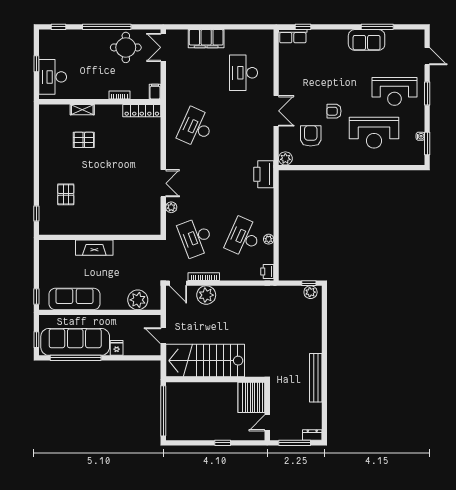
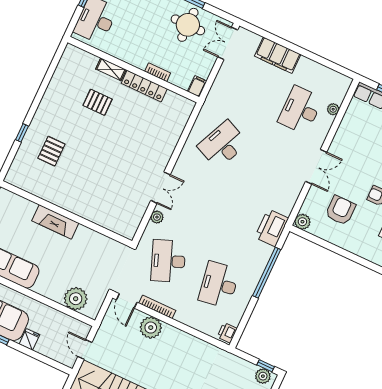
locker: (142, 111) -> (144, 86), moved
window: (276, 211) -> (267, 273), added
window: (36, 213) -> (22, 133), moved
desk: (244, 237) -> (219, 285), turned -33
plant: (269, 239) -> (333, 109), moved

